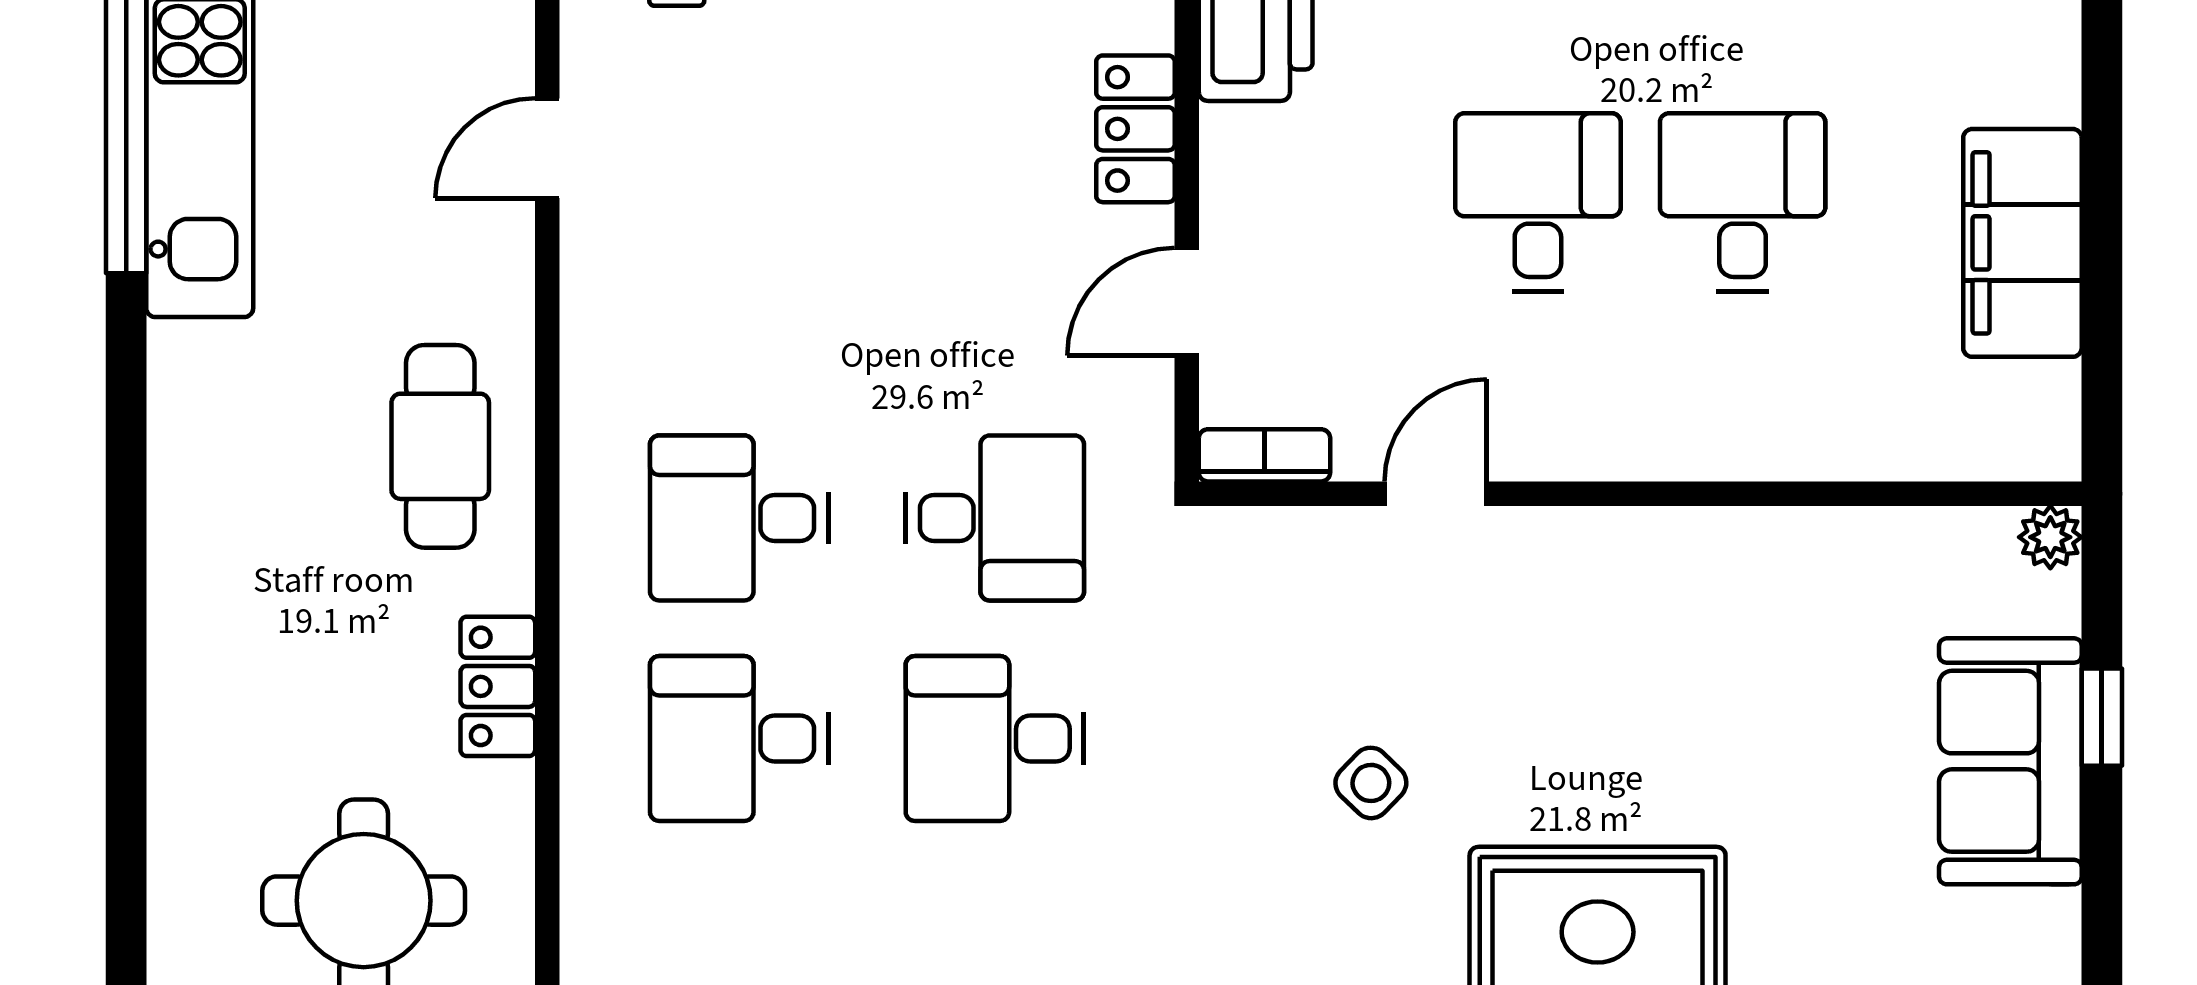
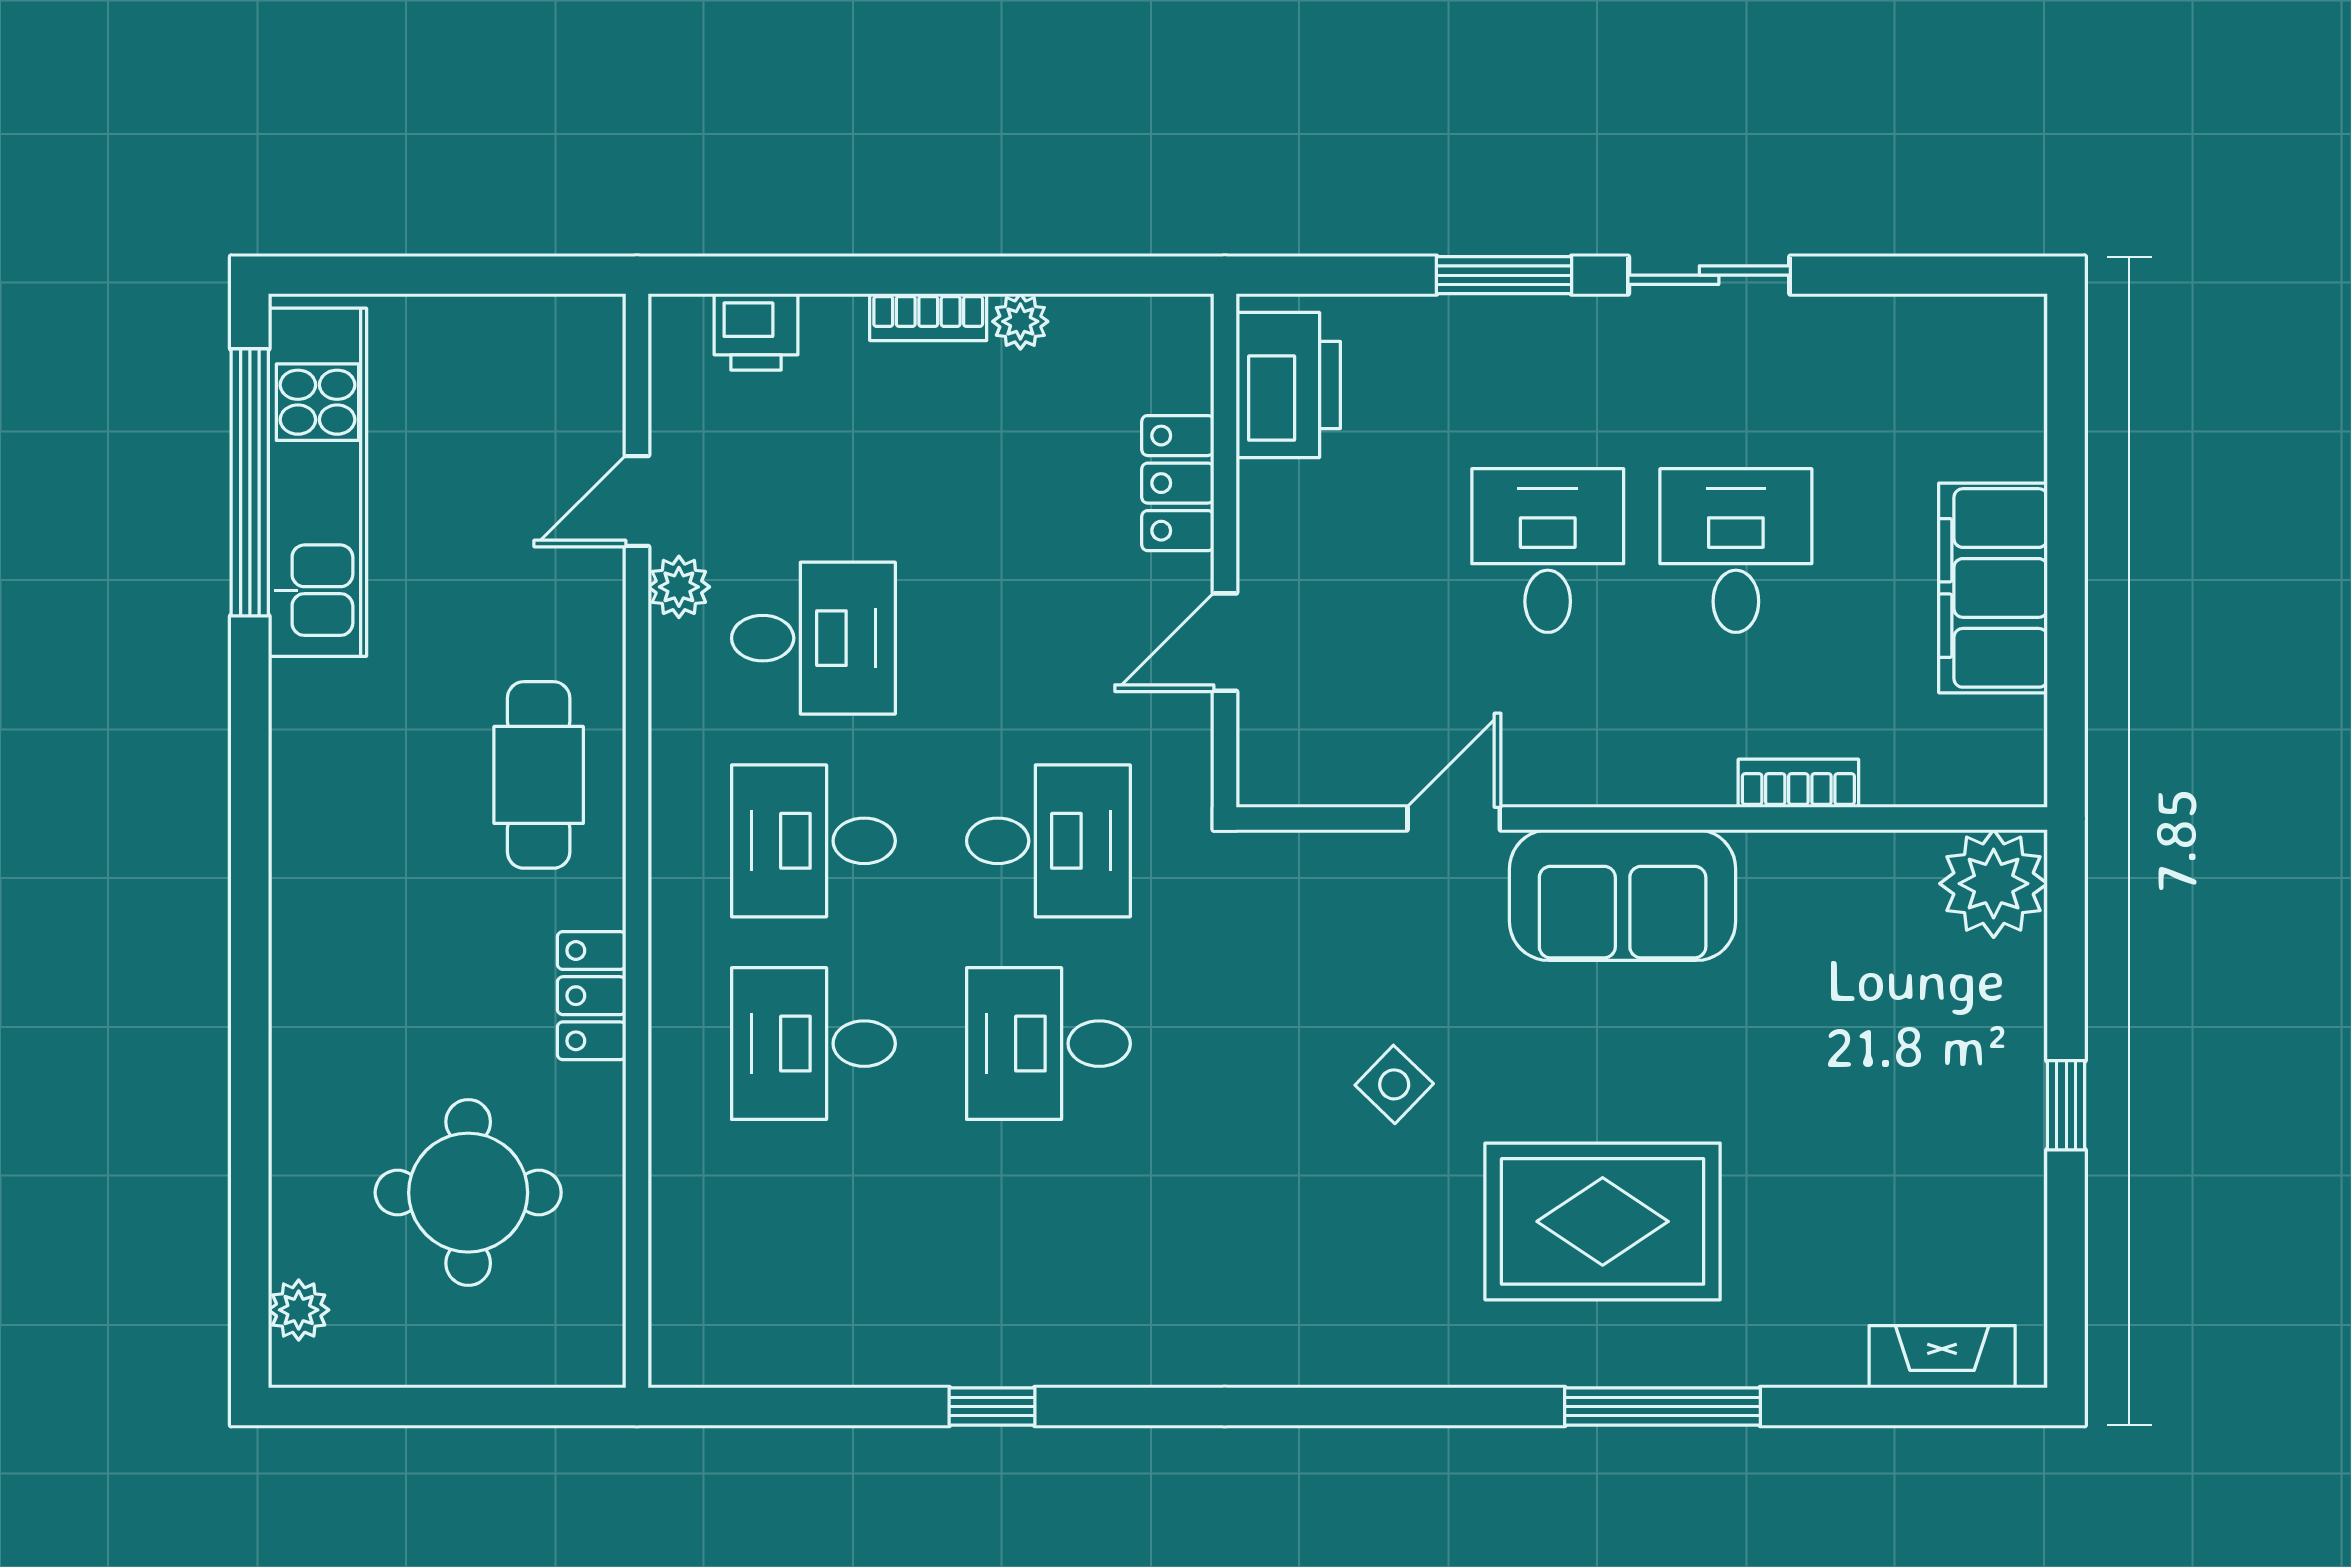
plant: (593, 242) -> (679, 587), added
desk: (739, 297) -> (813, 638), added
bookcase: (1264, 455) -> (1798, 783), moved
plant: (2050, 537) -> (1994, 884), width x1.88, depth x1.88
window: (2102, 717) -> (2066, 1105), moved
sofa: (2010, 761) -> (1623, 895), moved, turned -90

